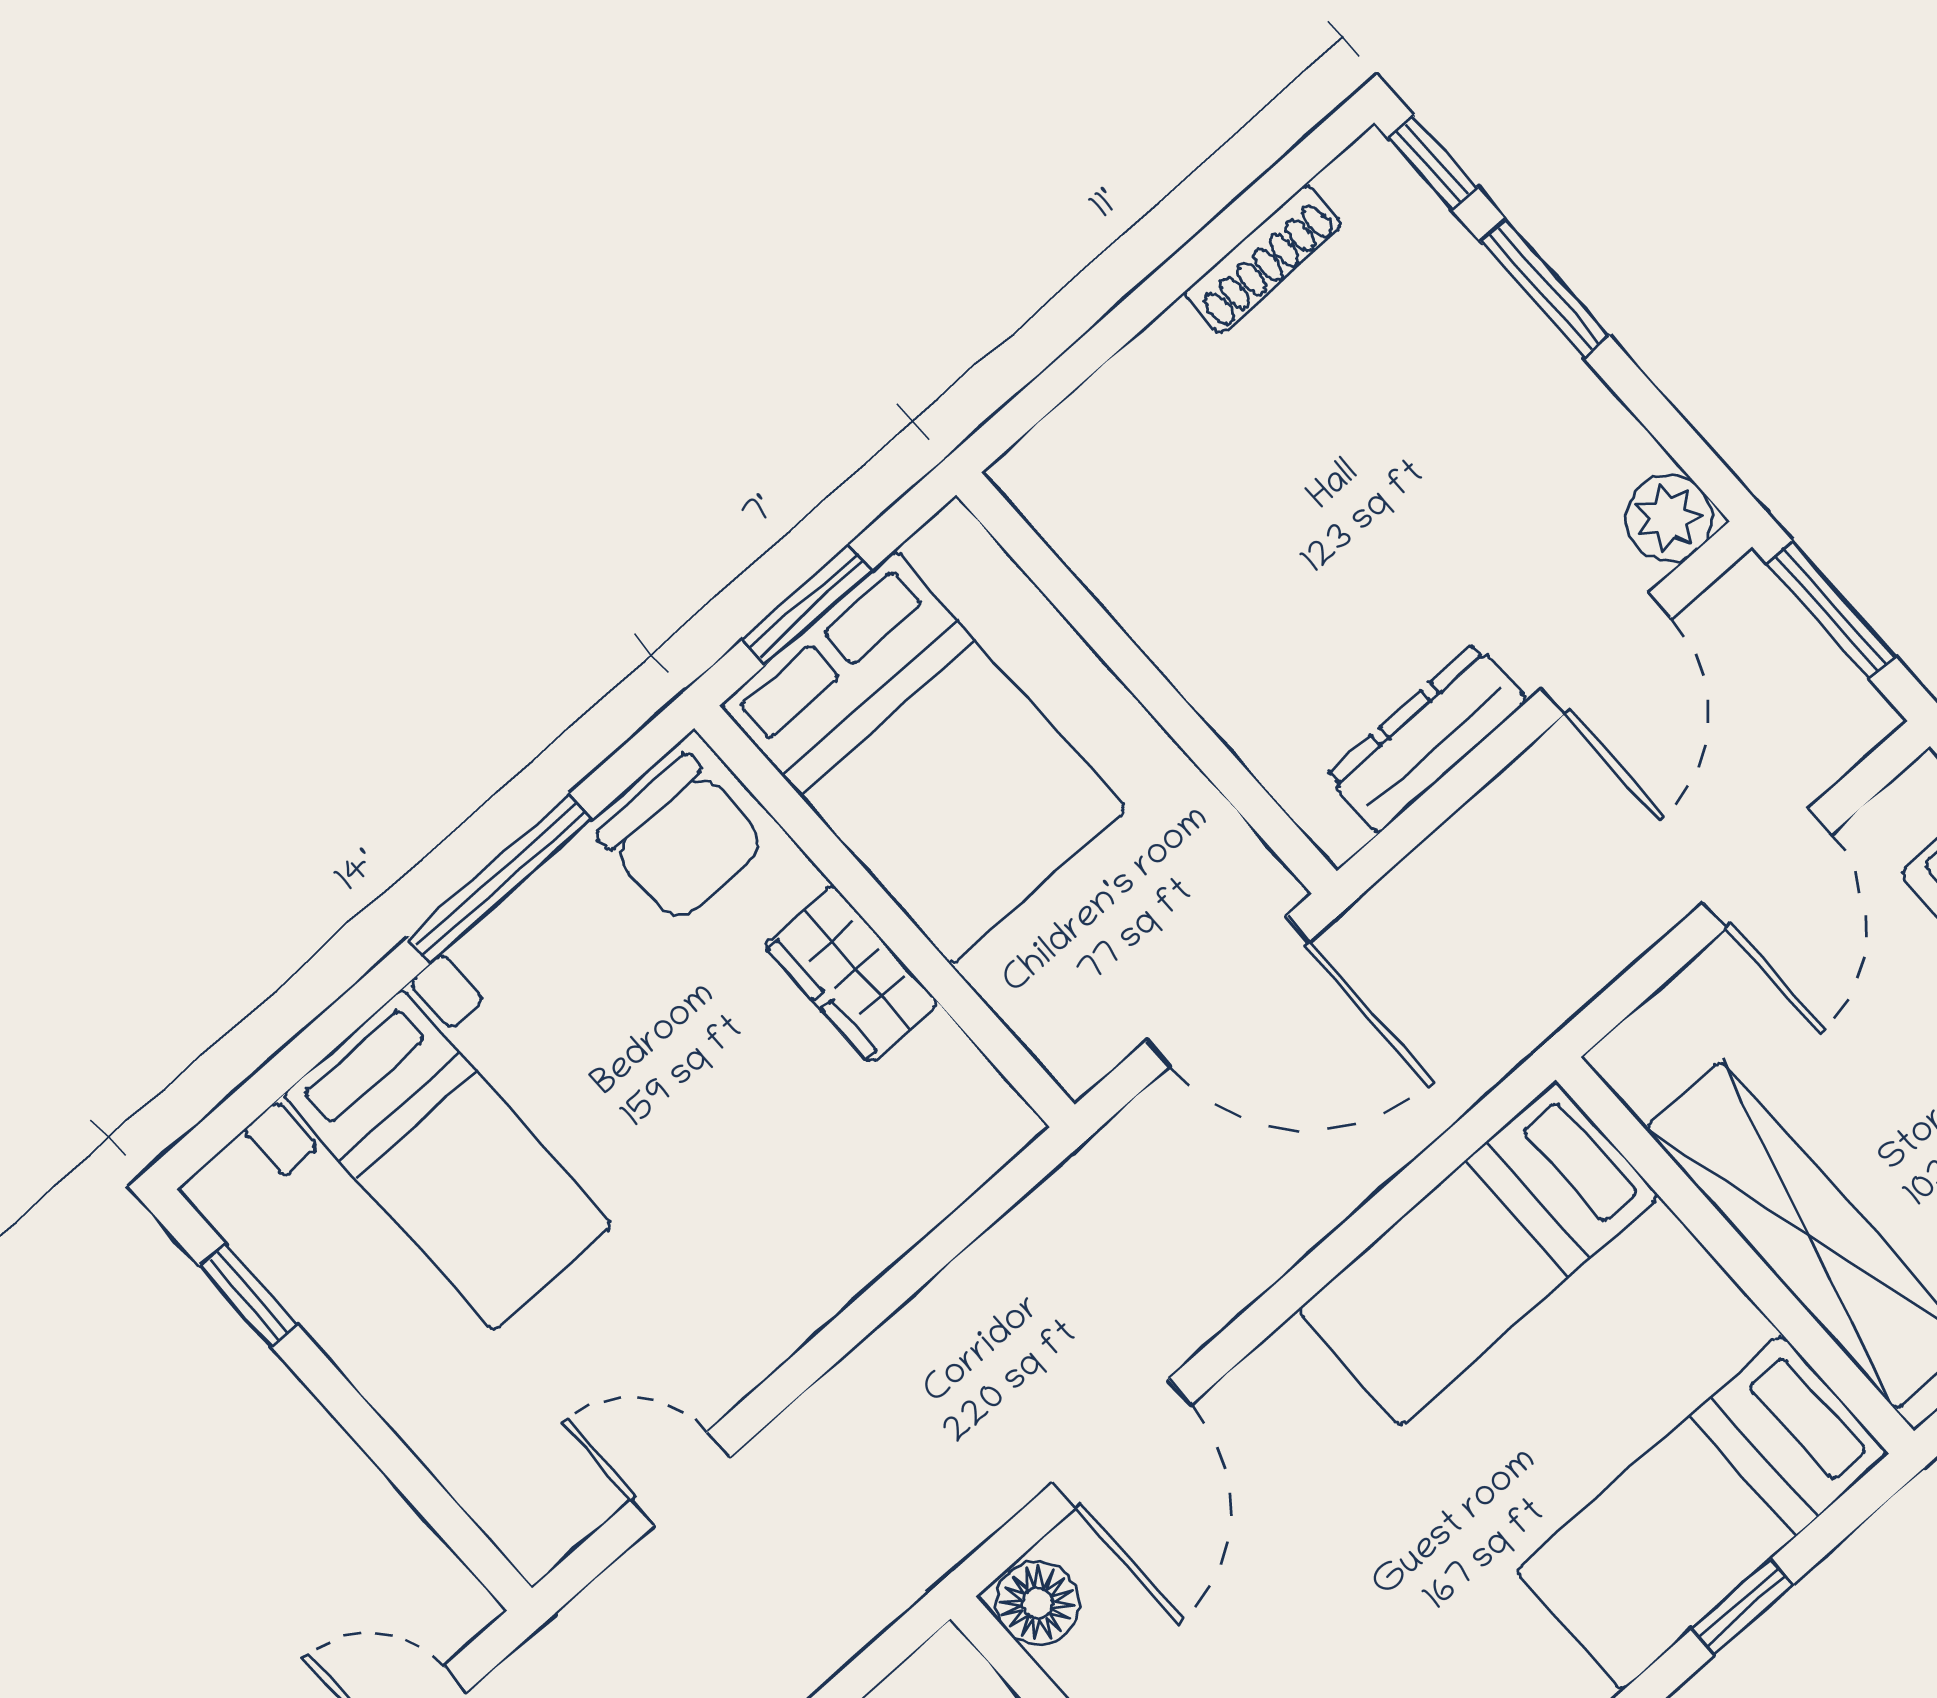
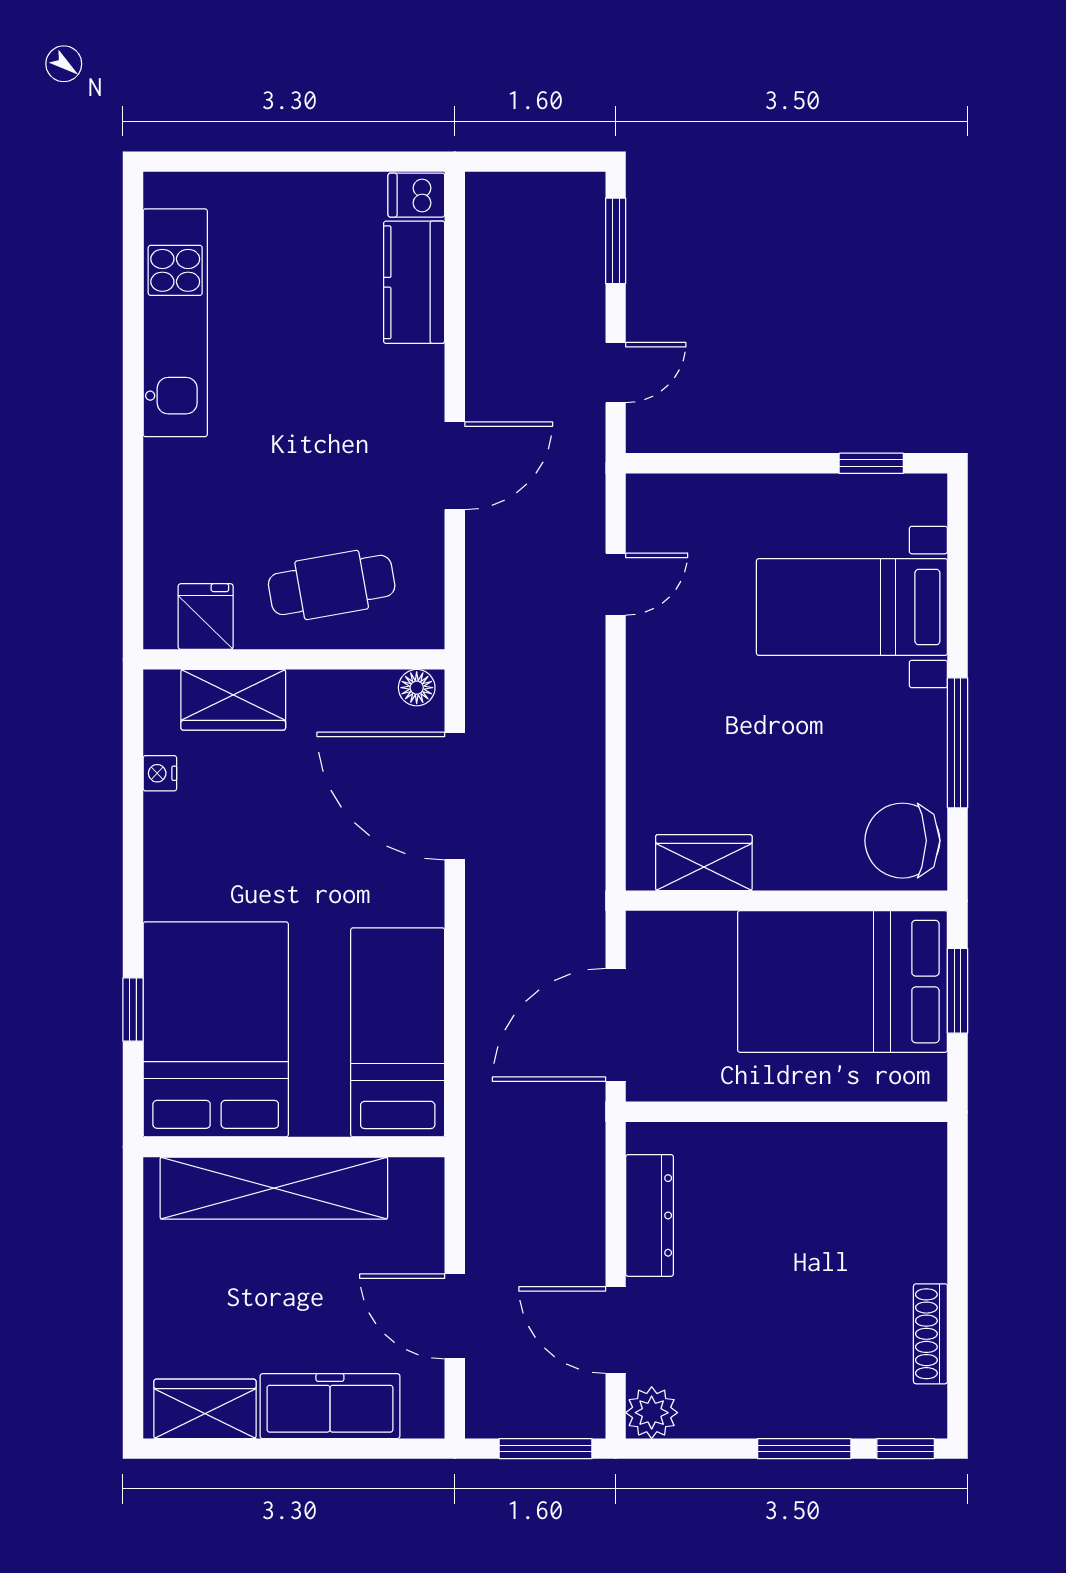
wardrobe: (851, 974) -> (704, 863), moved
door: (1122, 1444) -> (455, 796), width x1.36
bed: (1702, 1513) -> (216, 1029), width x1.50
floor lamp: (1037, 1603) -> (417, 688), width x0.73, depth x0.73

